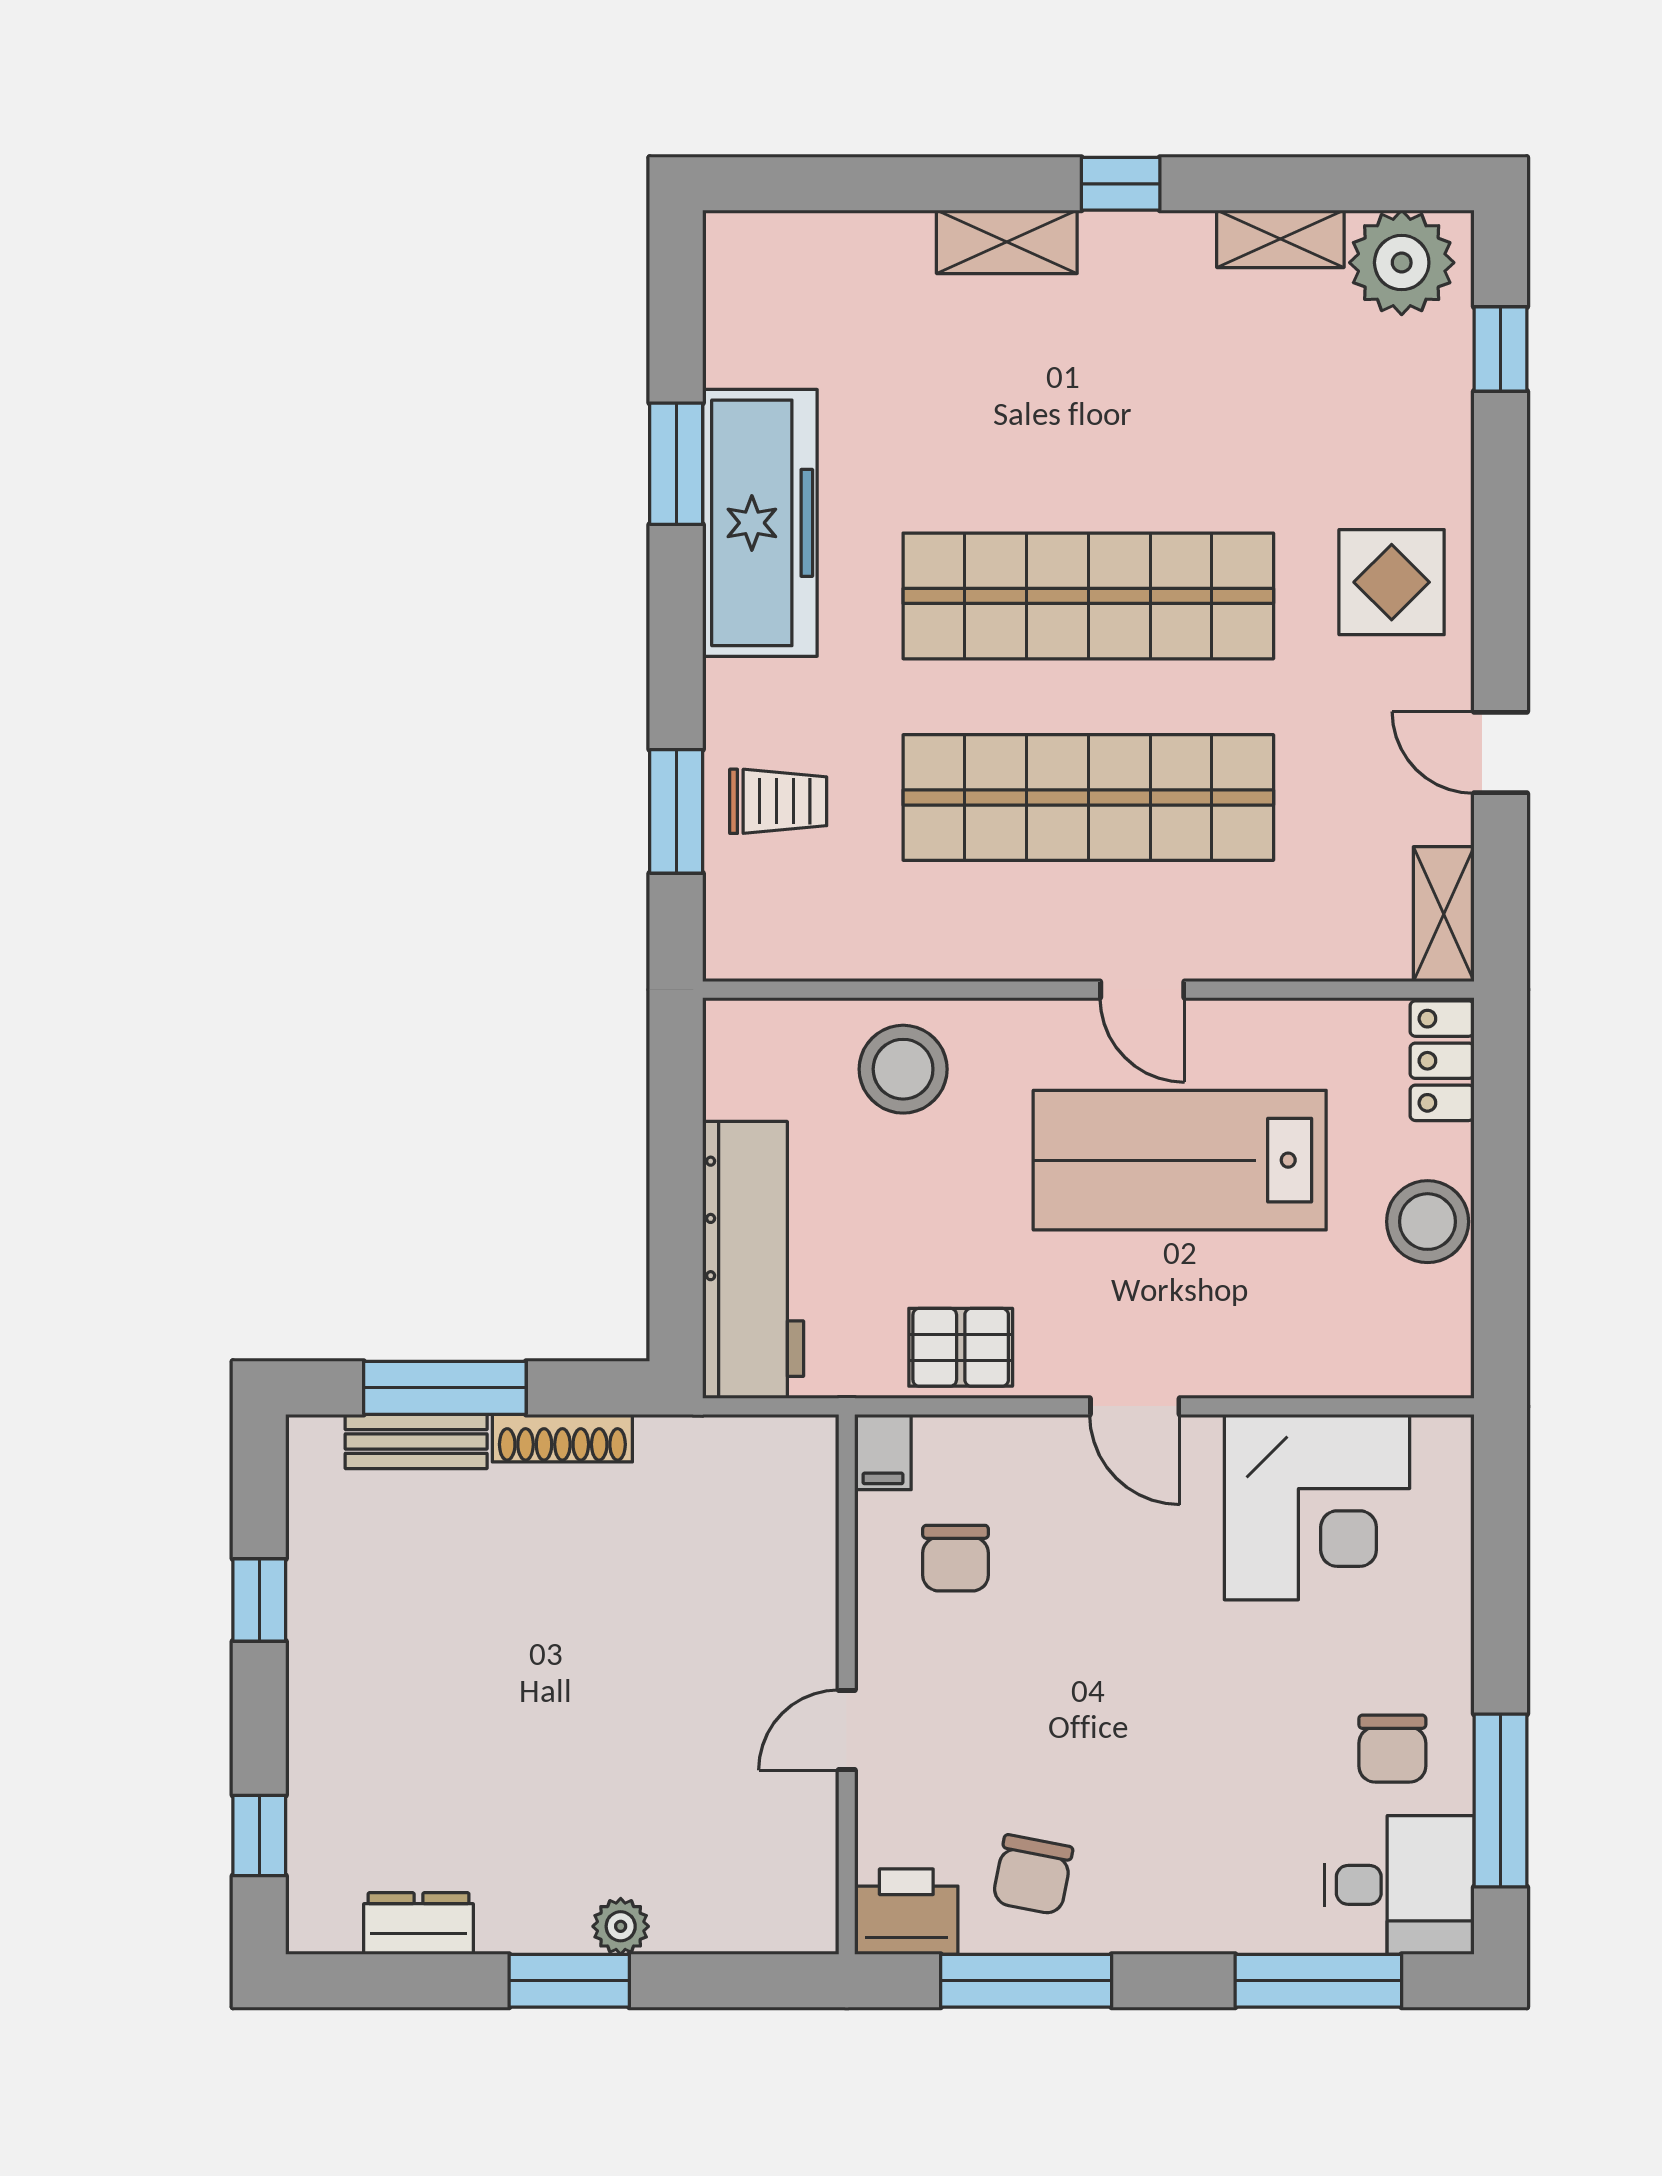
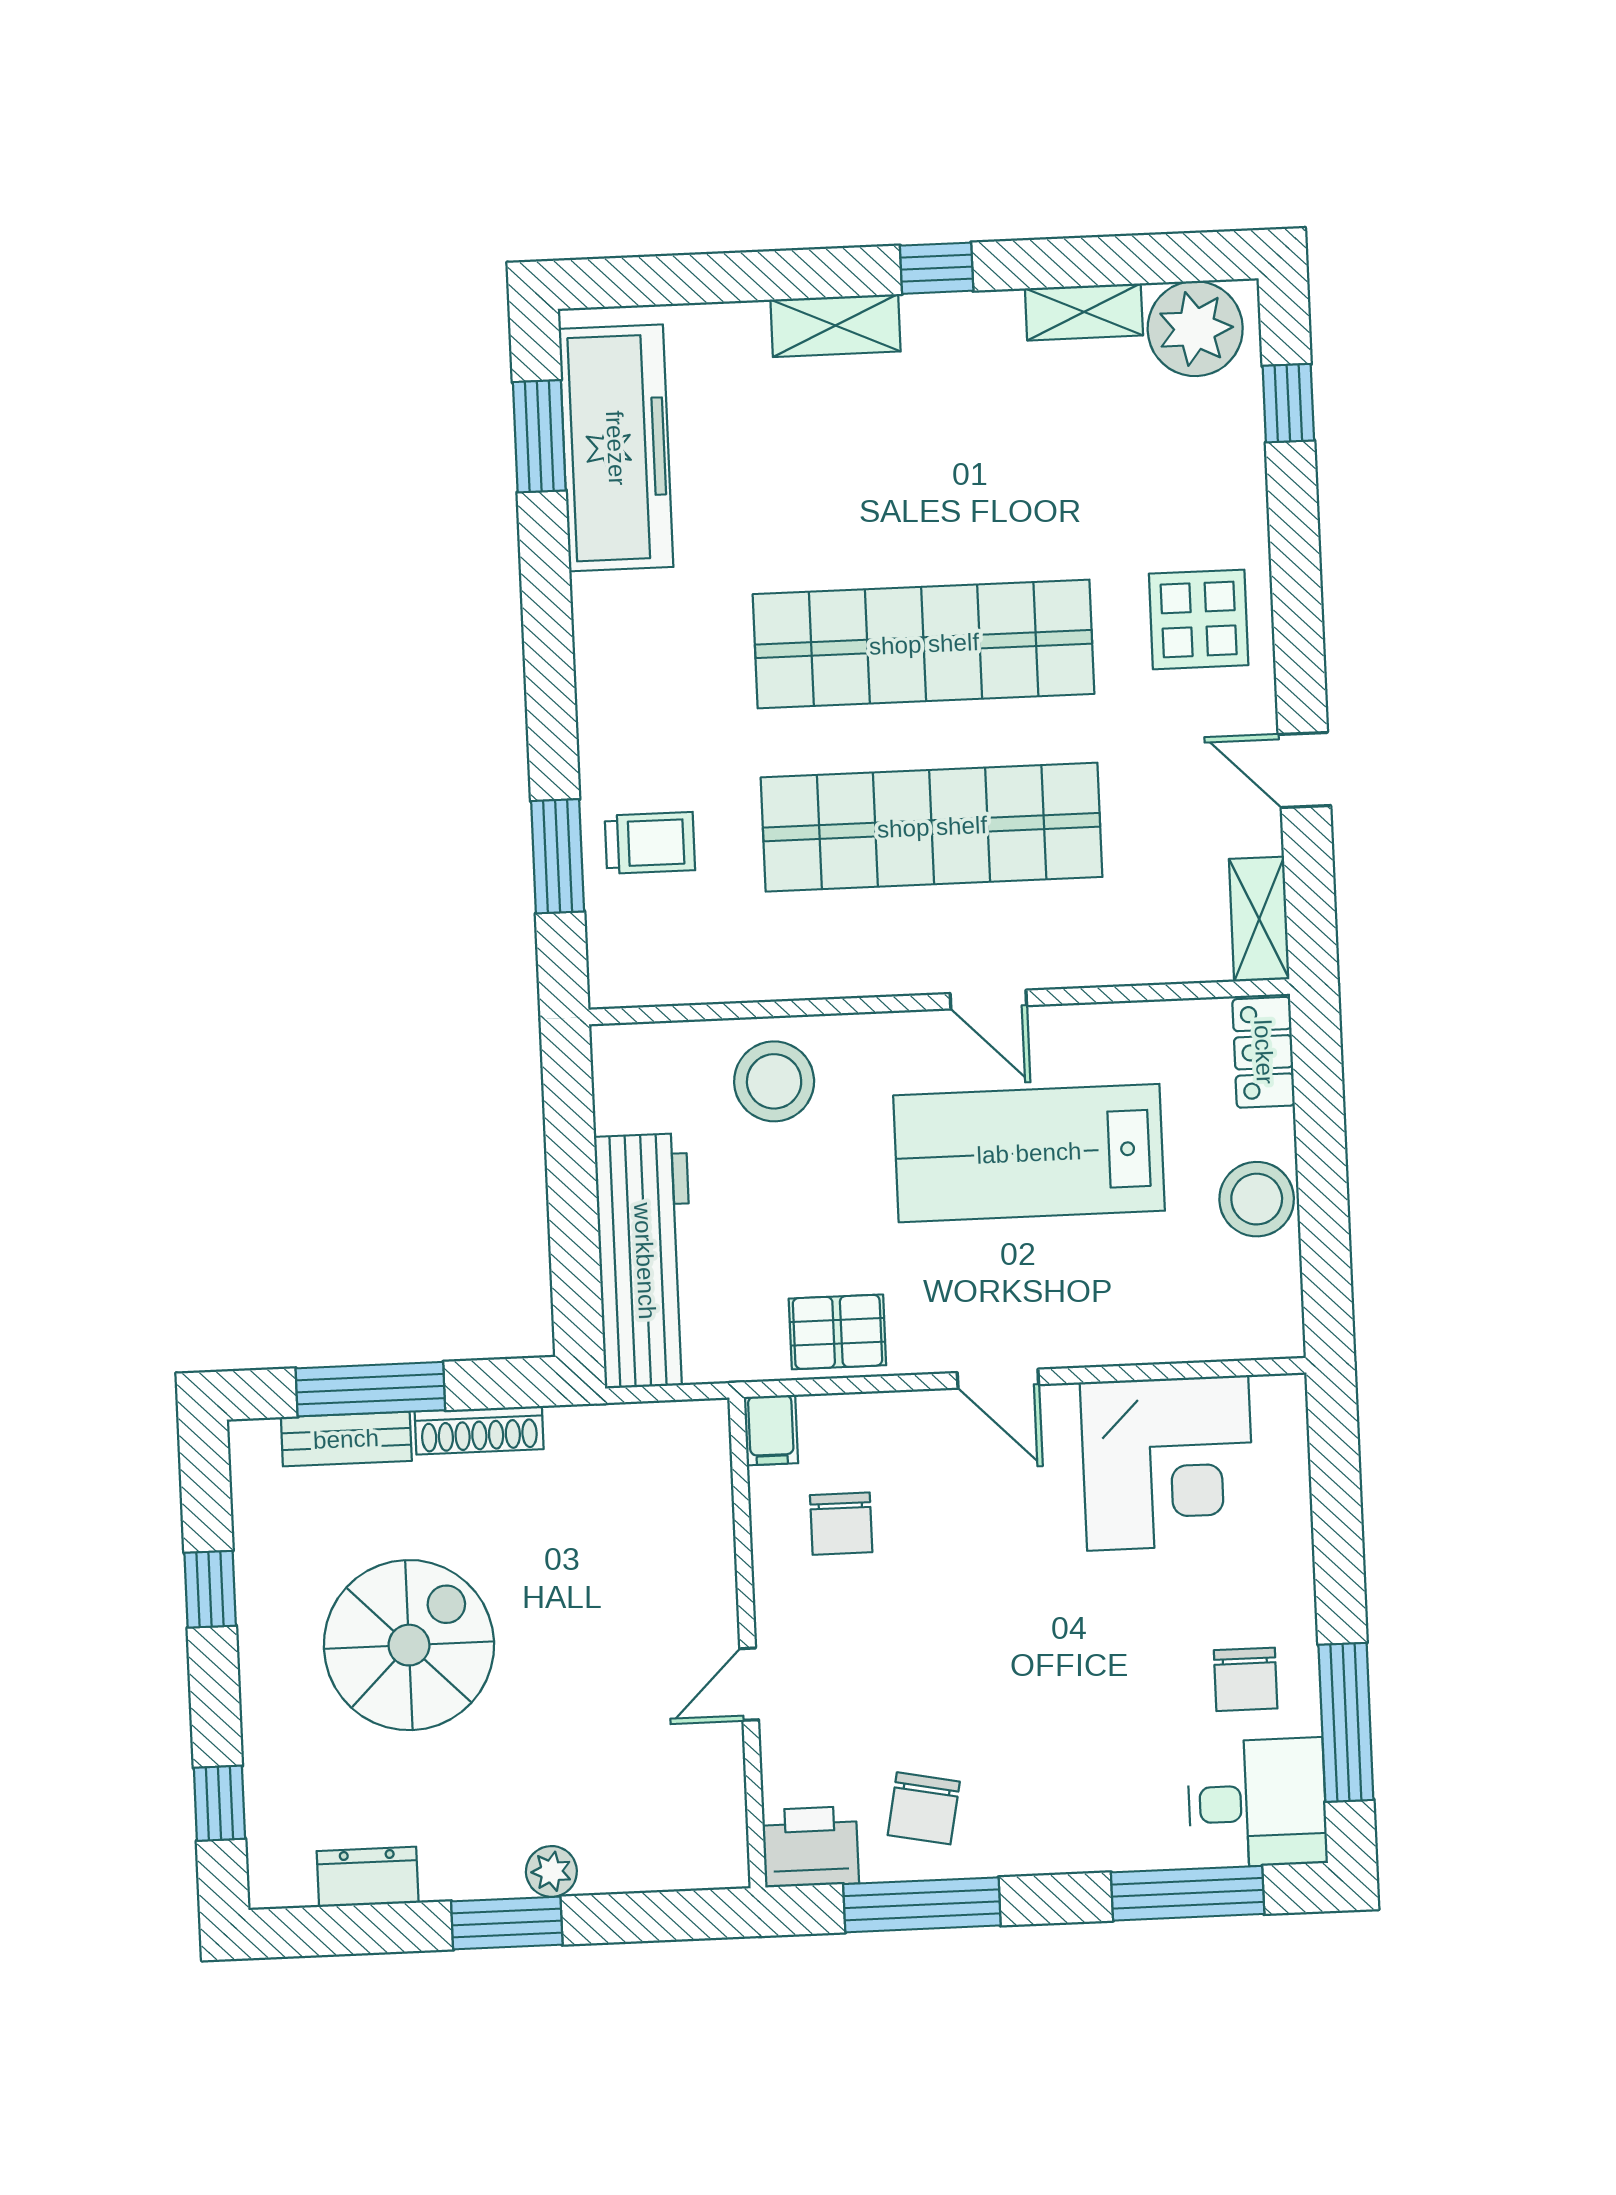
window: (676, 464) -> (539, 436), moved
freezer: (760, 523) -> (616, 448), moved
spiral stairs: (475, 1671) -> (409, 1645), added

